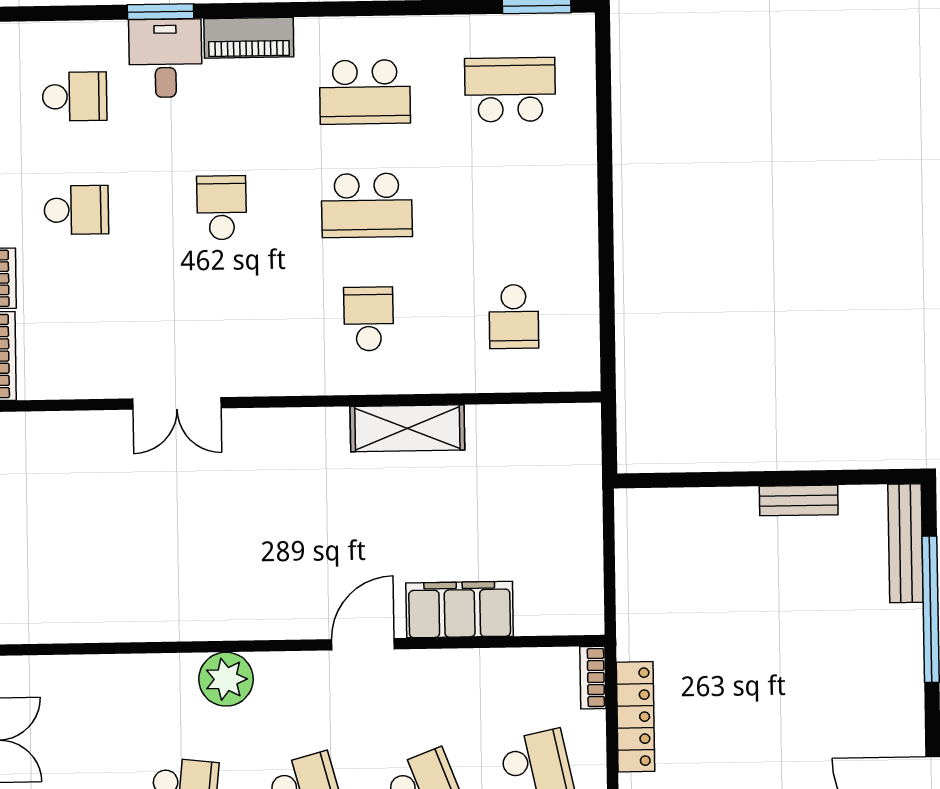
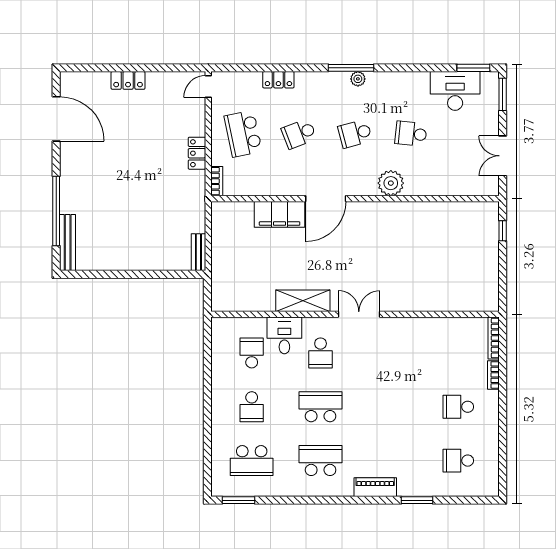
desk: (165, 58) -> (284, 335), moved, turned 180
school desk: (222, 208) -> (252, 407), moved
double door: (177, 403) -> (359, 314), moved
bench: (799, 500) -> (198, 252), moved, turned 90
door: (363, 644) -> (326, 199), width x1.36
locker: (635, 717) -> (197, 153), width x0.66

